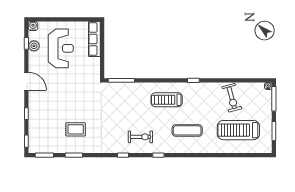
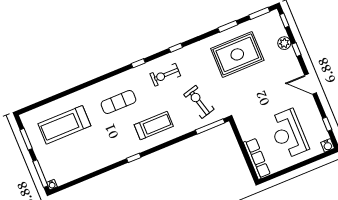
plant: (34, 46) -> (284, 43), moved
exercise bike: (232, 98) -> (199, 102), moved
rug: (76, 129) -> (237, 54), width x1.86, depth x2.06
treadmill: (238, 130) -> (64, 125), turned 180

